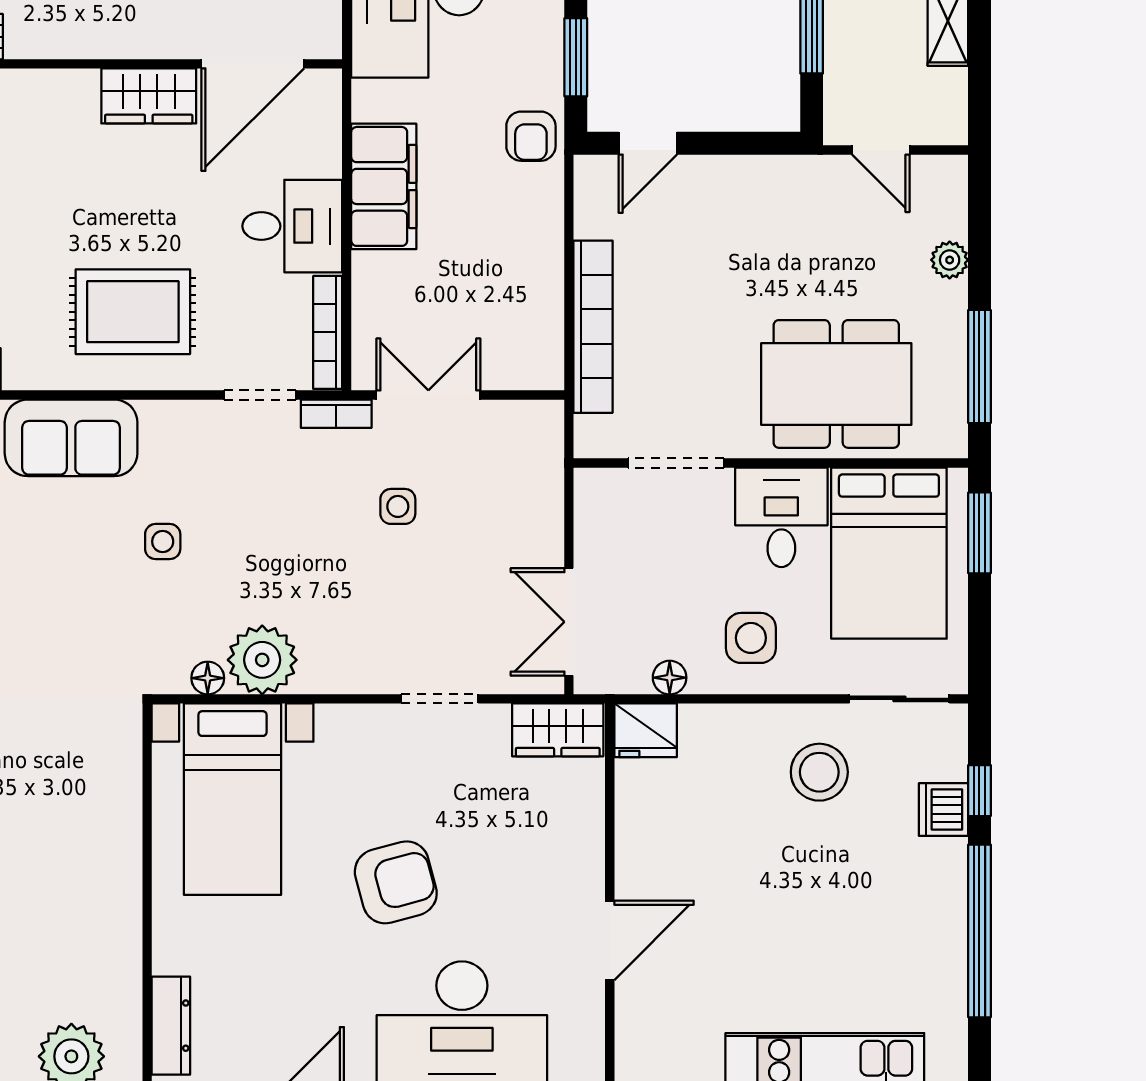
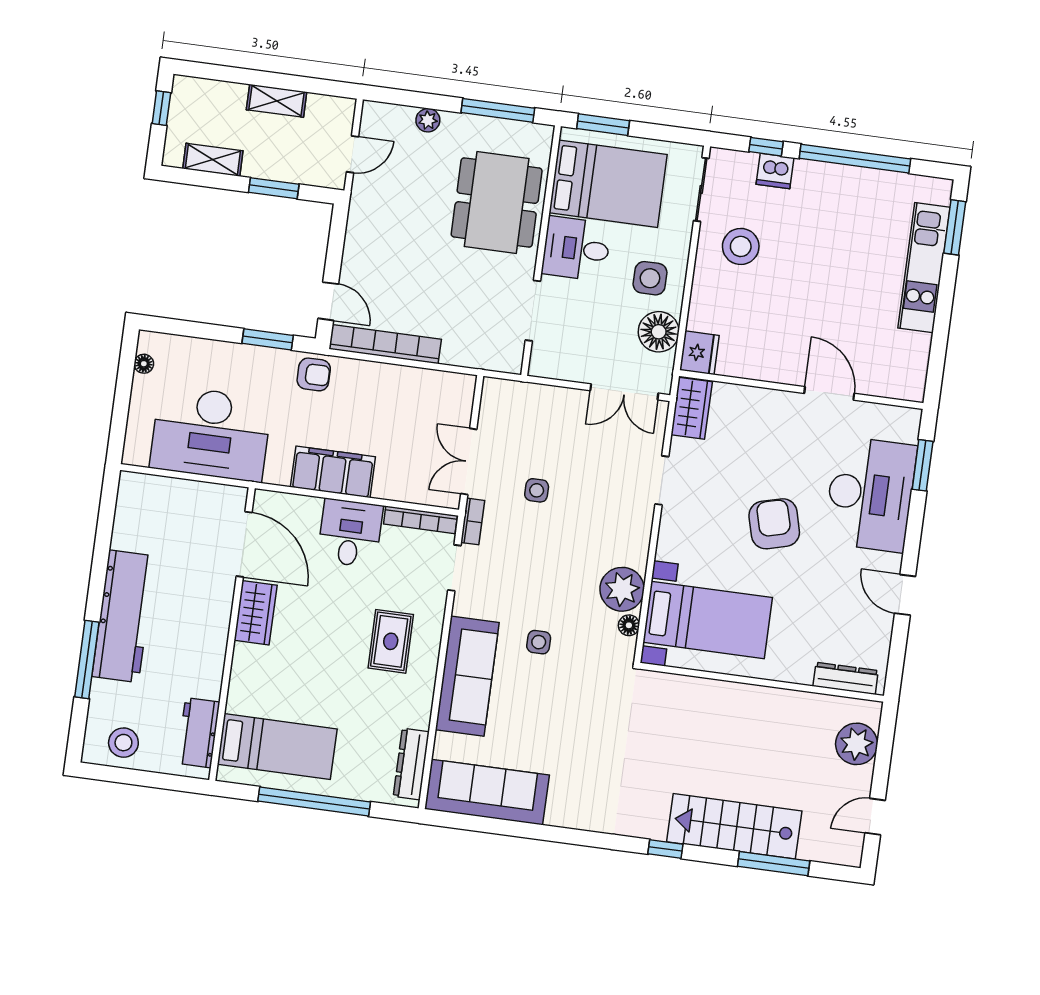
rug: (133, 312) -> (391, 641), width x0.73, depth x0.70
bookcase: (593, 327) -> (385, 344), moved
sofa: (71, 438) -> (467, 676), width x1.36
floor lamp: (670, 678) -> (659, 332), width x1.89, depth x1.89

